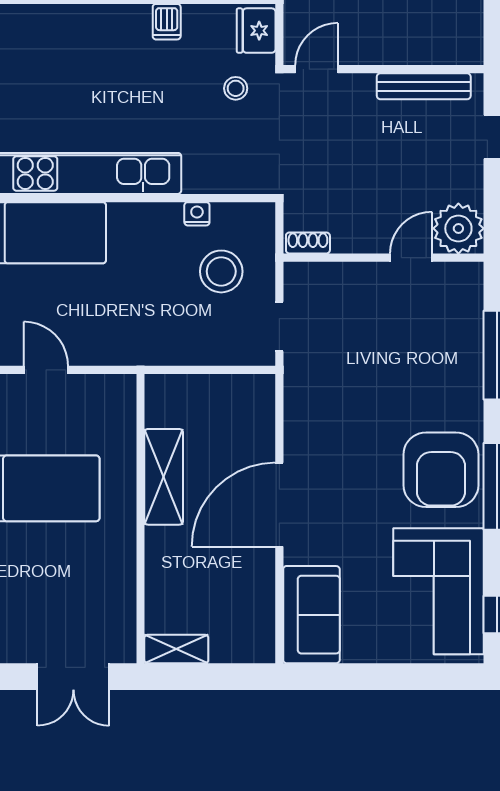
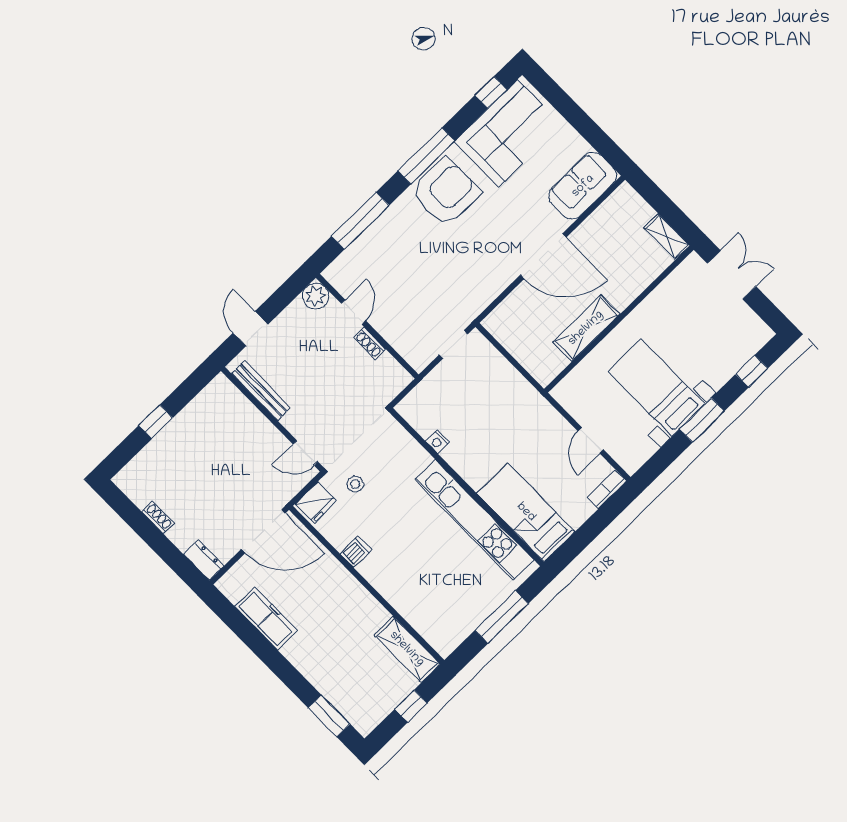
plant: (458, 228) -> (316, 296), width x0.73, depth x0.73
shoe rack: (308, 243) -> (370, 343), moved
door: (411, 258) -> (354, 312), swing flipped
stool: (221, 271) -> (454, 401), removed

